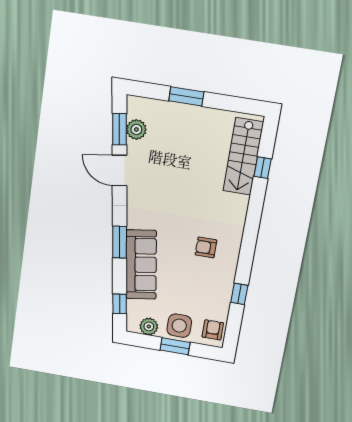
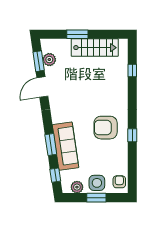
stairs: (243, 156) -> (95, 48), moved, turned -90
door: (120, 170) -> (42, 87), hinge flipped
window: (120, 242) -> (51, 145), moved
armchair: (206, 247) -> (106, 128), width x1.88, depth x1.88
window: (239, 294) -> (132, 135), moved

